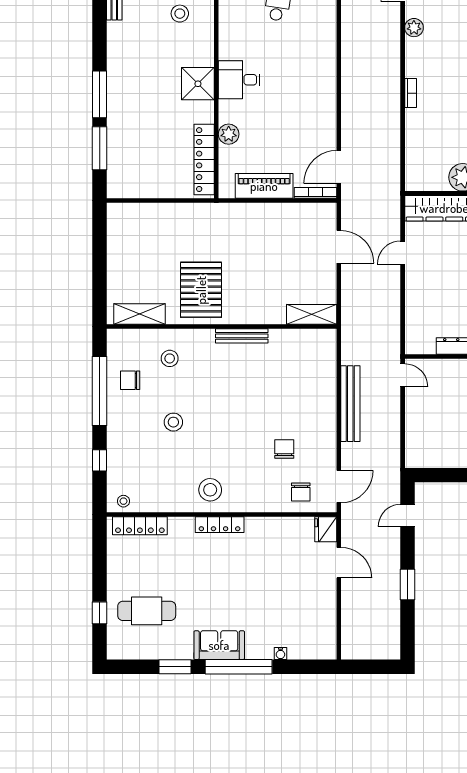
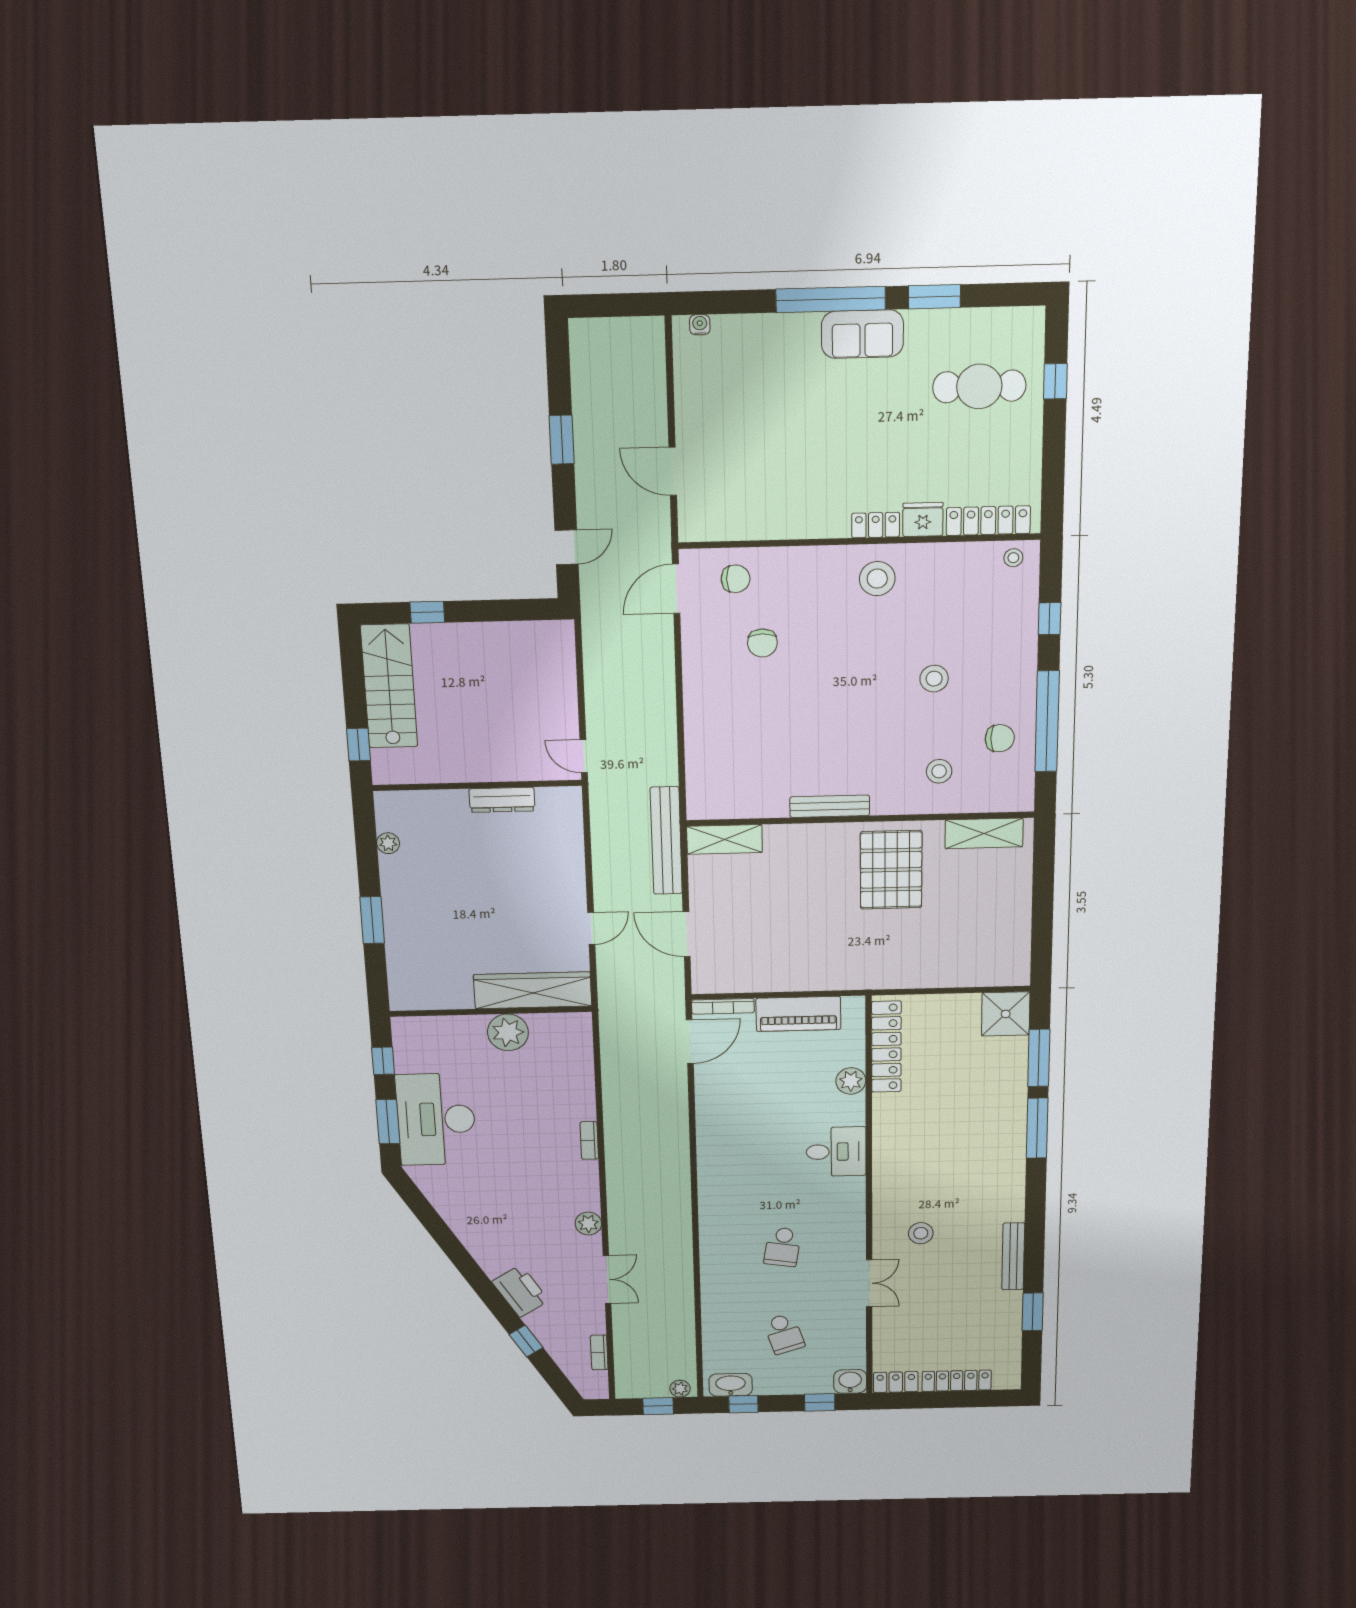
shower: (198, 84) -> (1006, 1014), moved
bench: (350, 404) -> (666, 841), moved
chair: (301, 492) -> (736, 579), turned 90
locker: (220, 525) -> (876, 525), width x0.66
fridge: (326, 529) -> (923, 519), moved, turned -90
water cooler: (280, 654) -> (700, 325), moved

